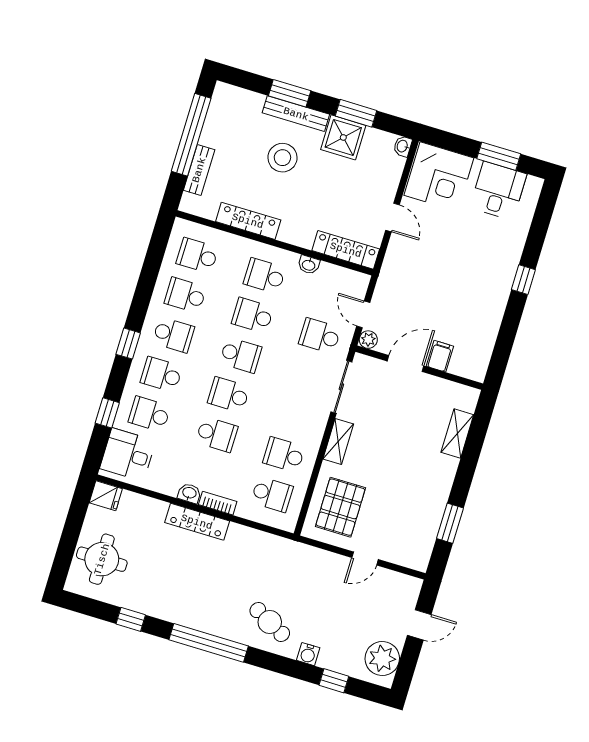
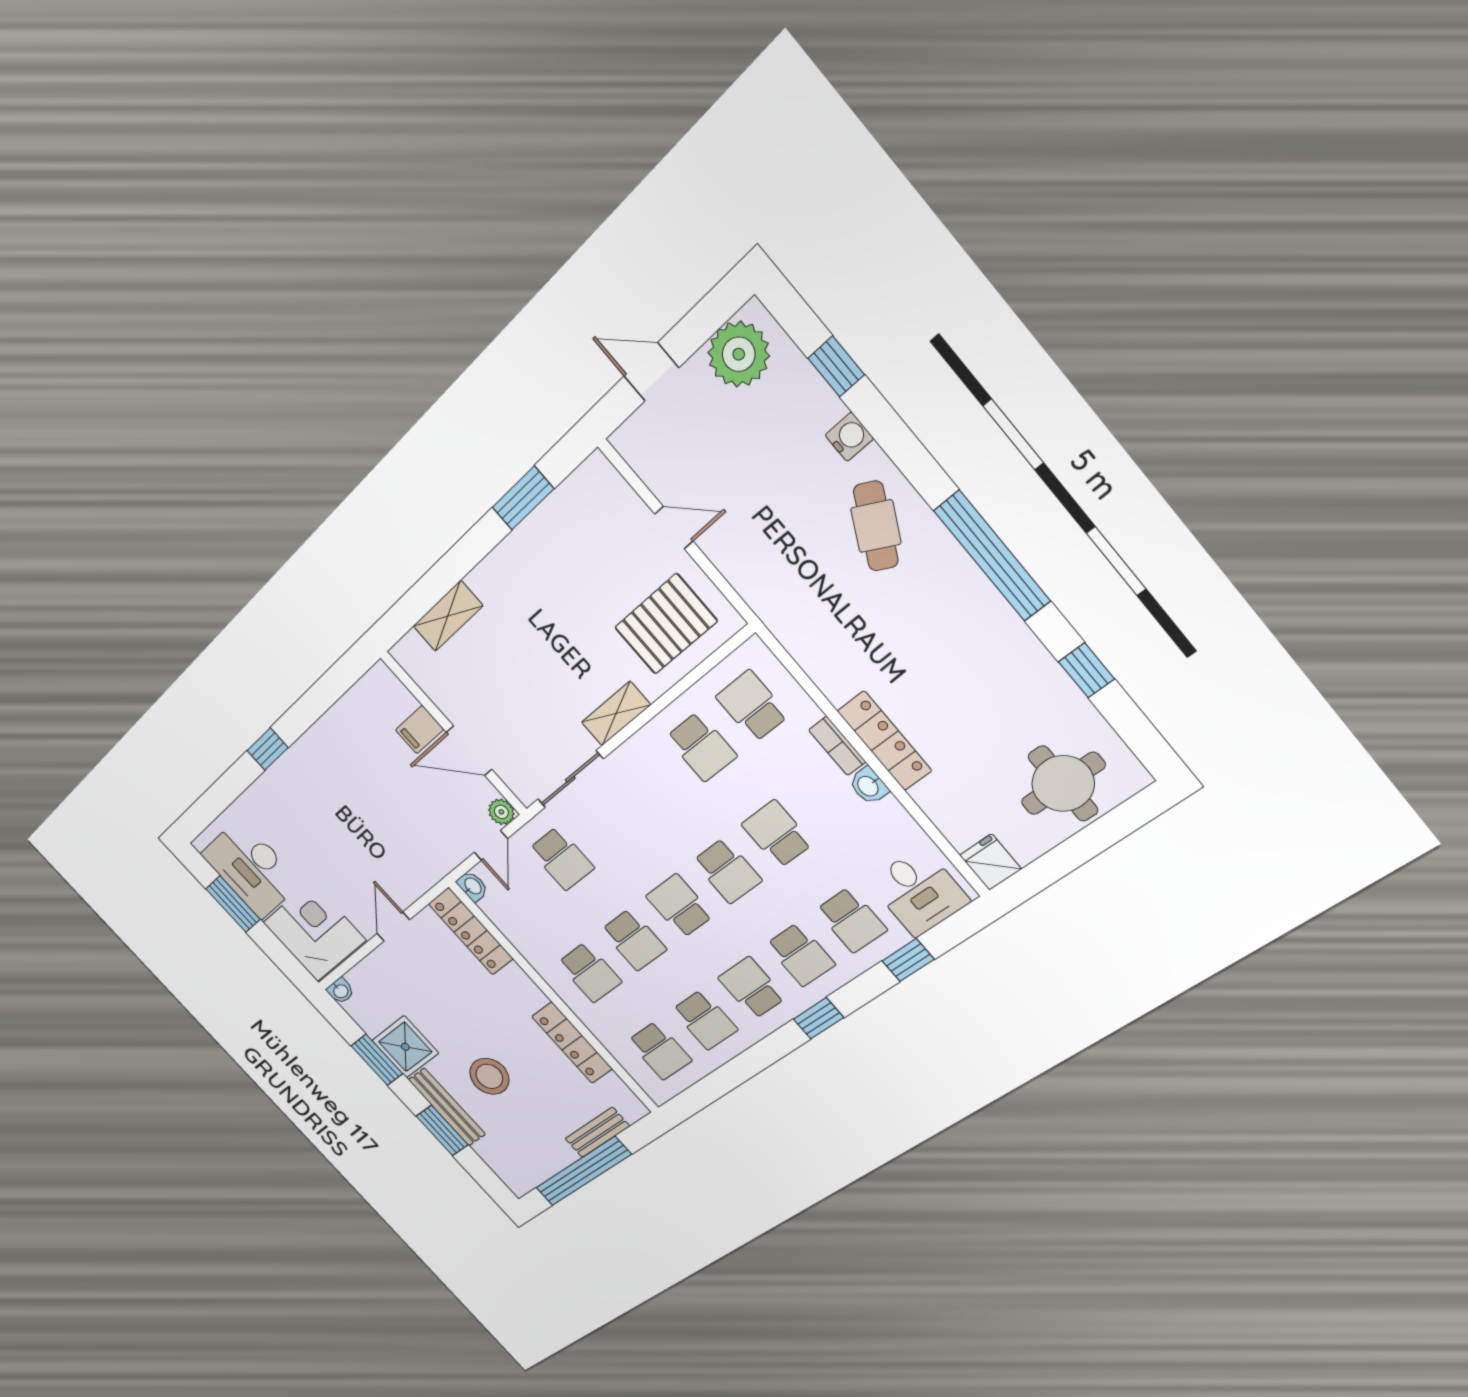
desk: (498, 191) -> (251, 868), width x1.37
washbasin: (309, 265) -> (473, 886), moved

